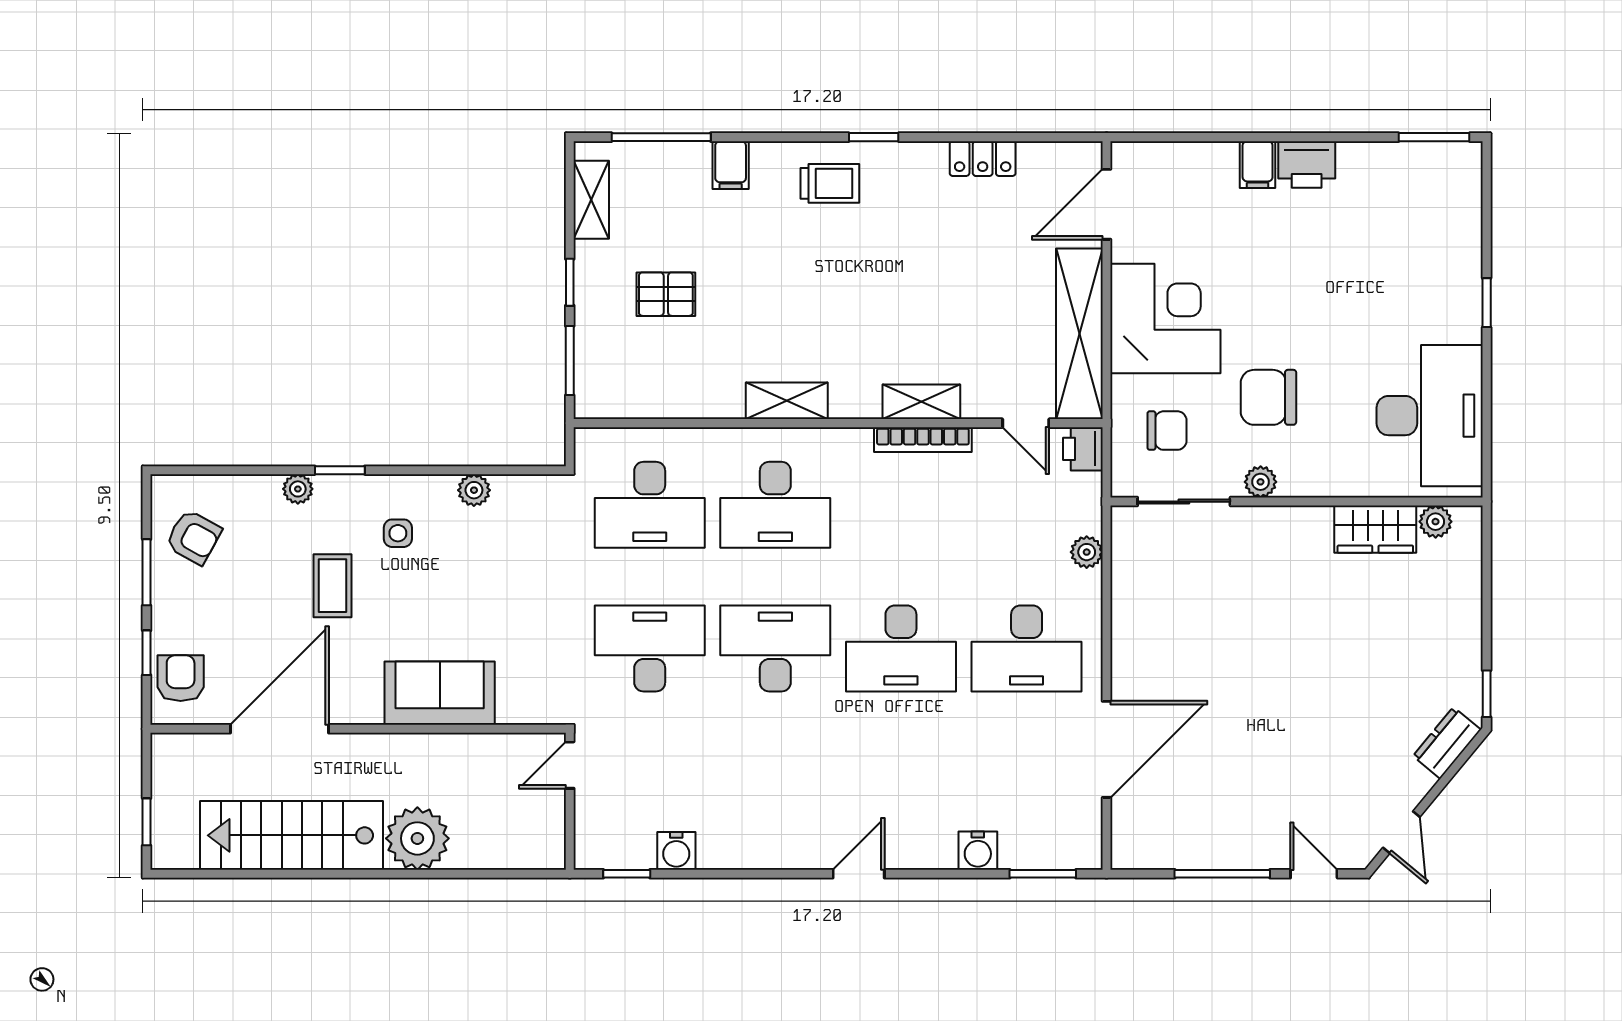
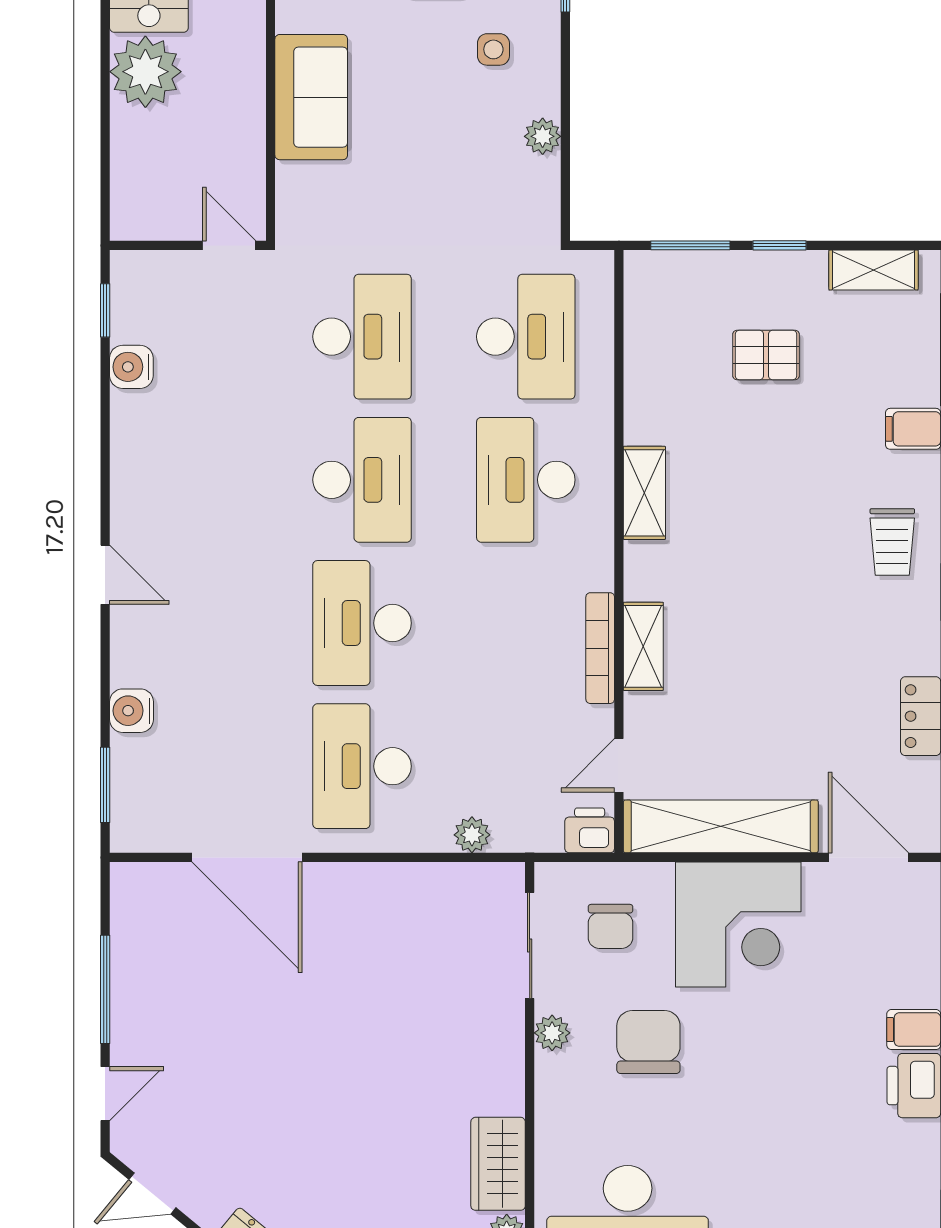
pallet: (666, 294) -> (766, 355), turned 90
desk: (650, 505) -> (526, 337), turned 180

